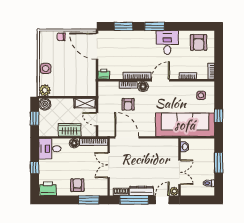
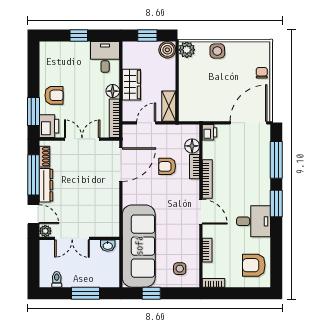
window: (123, 26) -> (276, 160), width x1.44
floor lamp: (143, 87) -> (192, 146), moved
printer: (48, 189) -> (49, 126), moved

